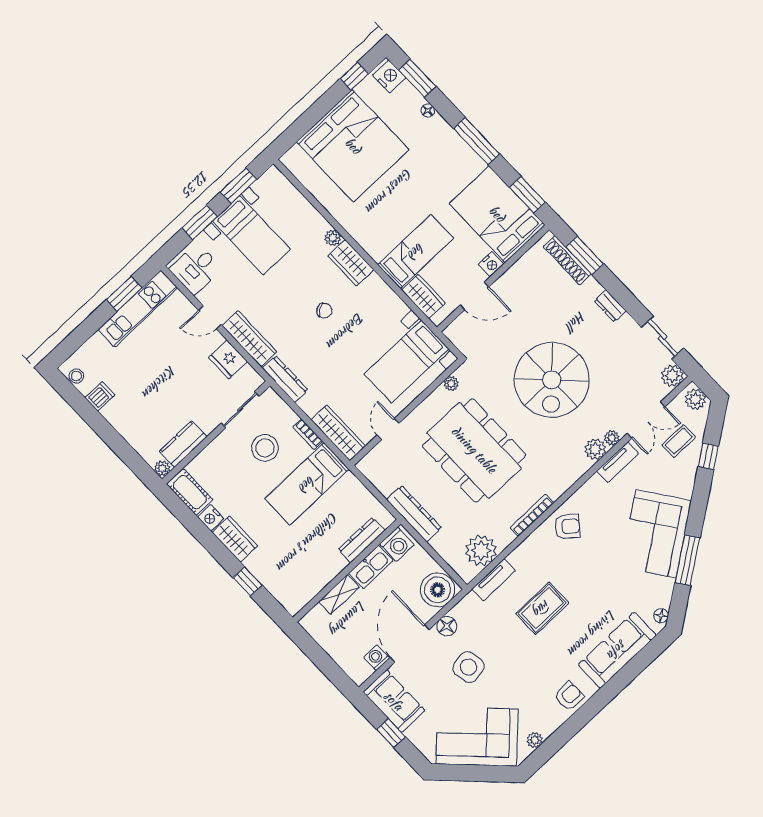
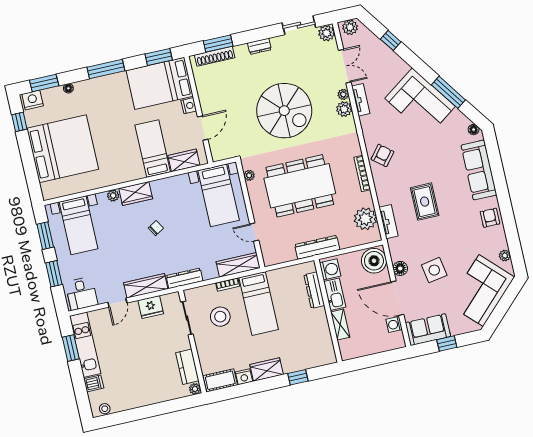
bed with nightstands: (252, 235) -> (78, 225), moved, turned 90
dishwasher: (100, 396) -> (94, 383), moved, turned 90
coffee table: (679, 441) -> (370, 53), removed

